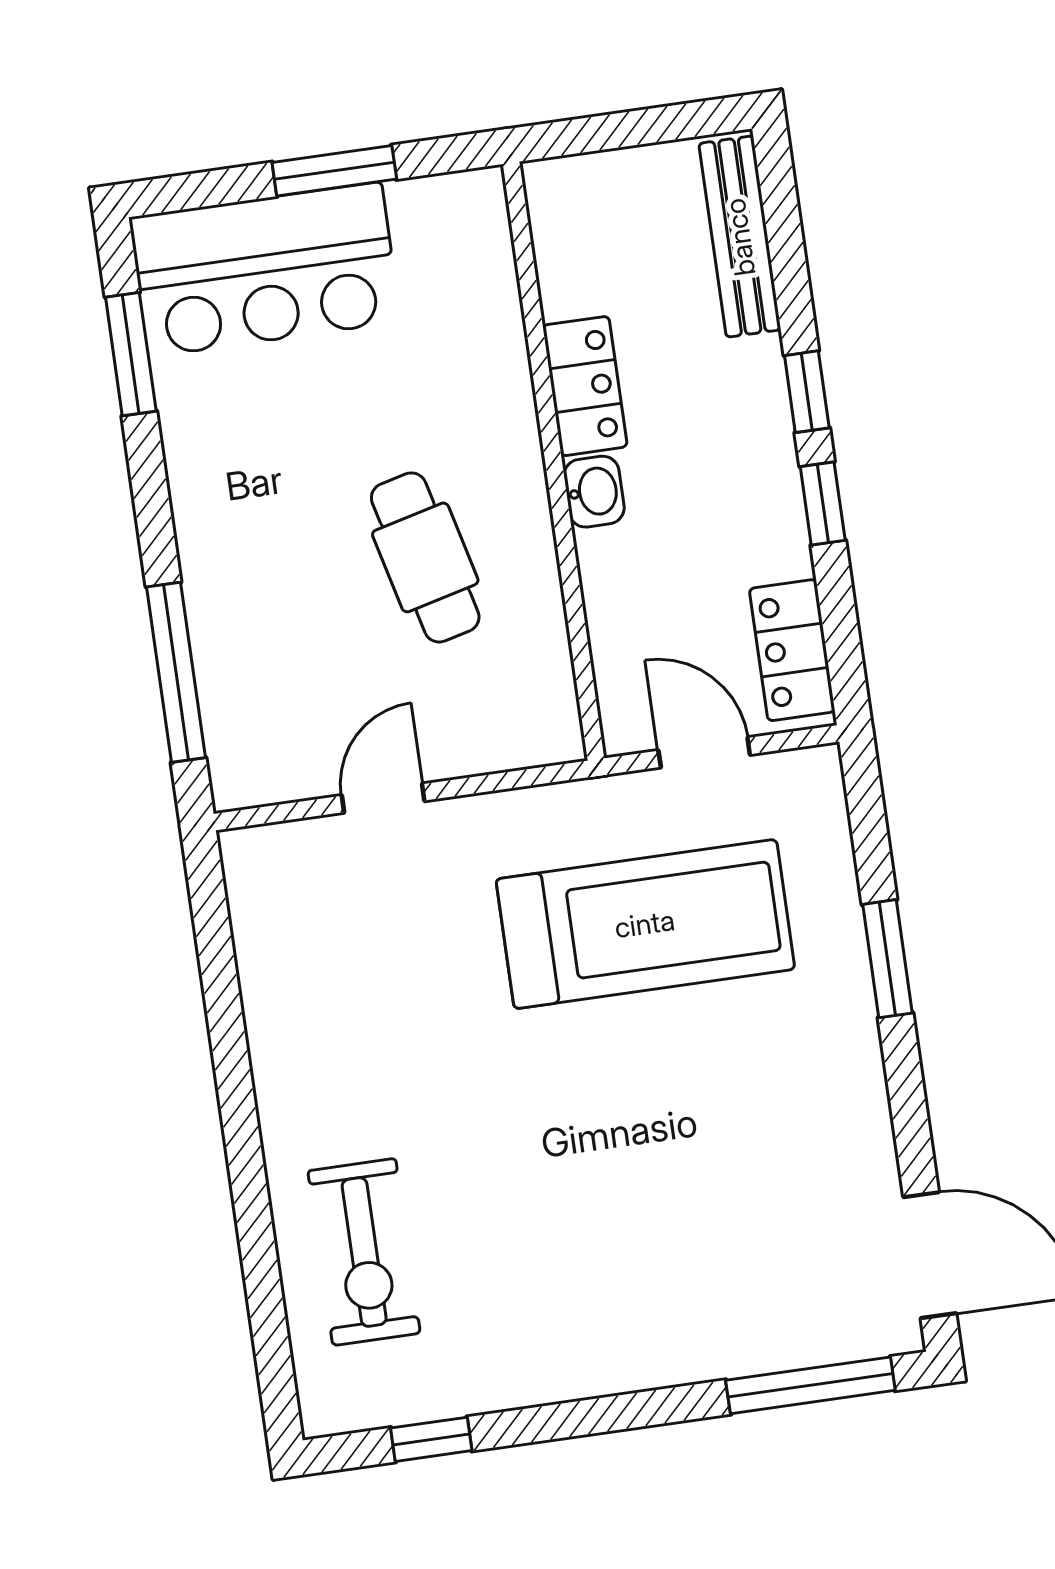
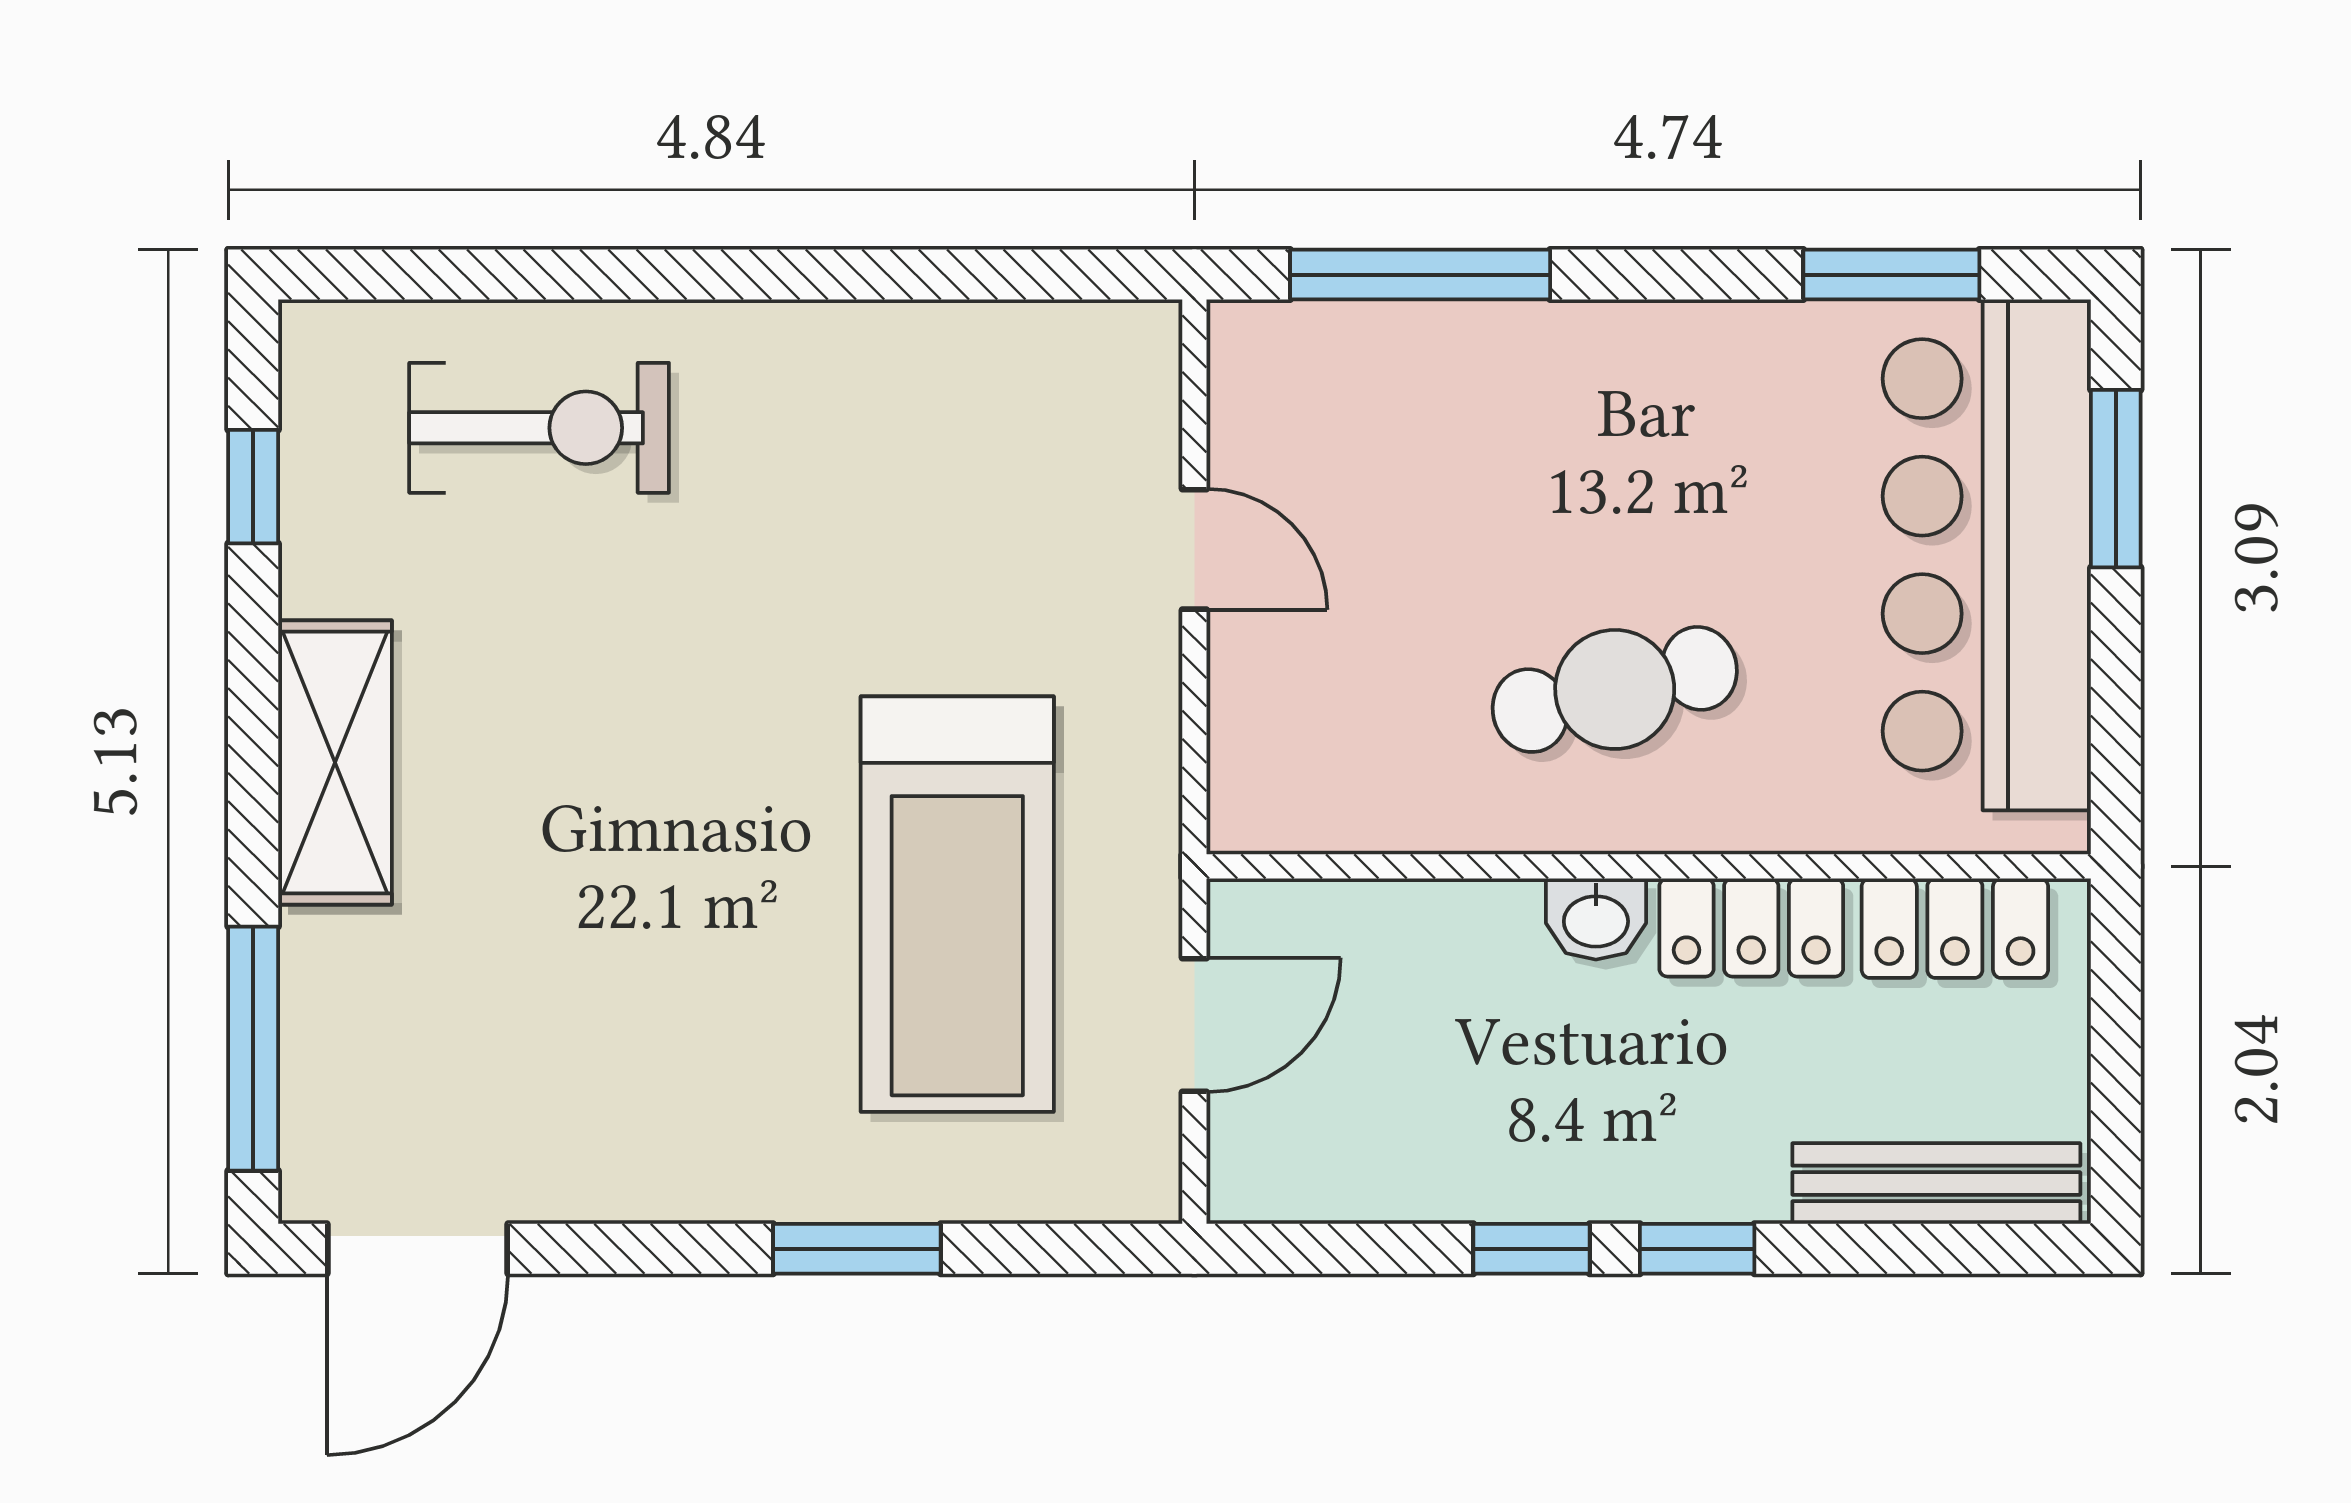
window: (334, 171) -> (2116, 479), moved
bar counter: (265, 269) -> (1987, 555), width x1.36
cafe table: (425, 557) -> (1615, 689), moved
locker: (792, 650) -> (1955, 928), moved, turned 180
exercise bike: (364, 1252) -> (539, 428), turned 180
shelving: (610, 1358) -> (335, 762), added

